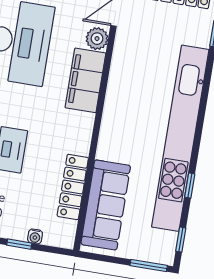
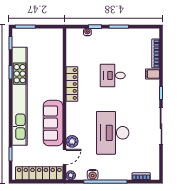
filing cabinet: (85, 80) -> (74, 118), removed
locker: (73, 187) -> (72, 84), moved
sofa: (106, 205) -> (53, 123), moved

